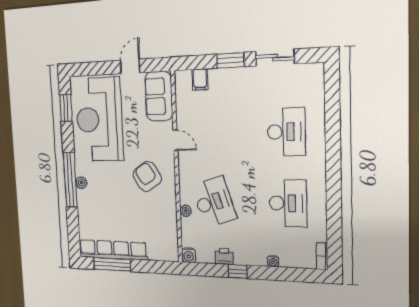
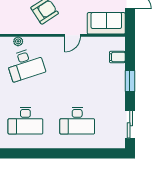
sliding door: (275, 58) -> (130, 124), moved

